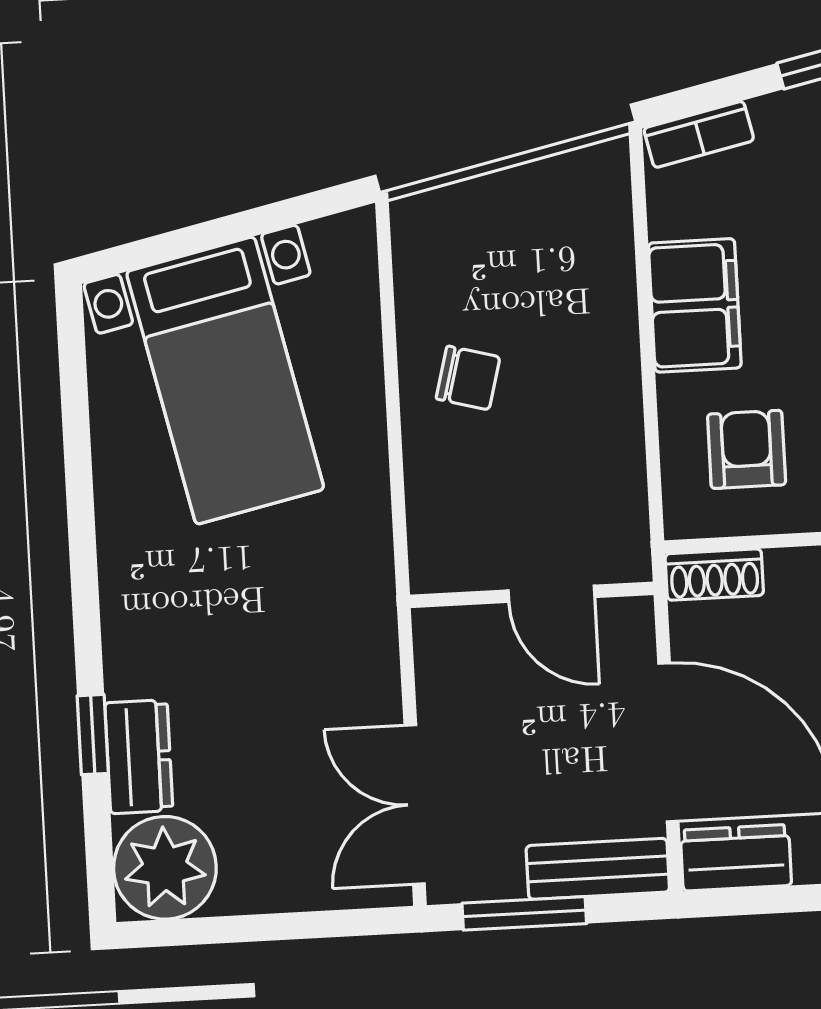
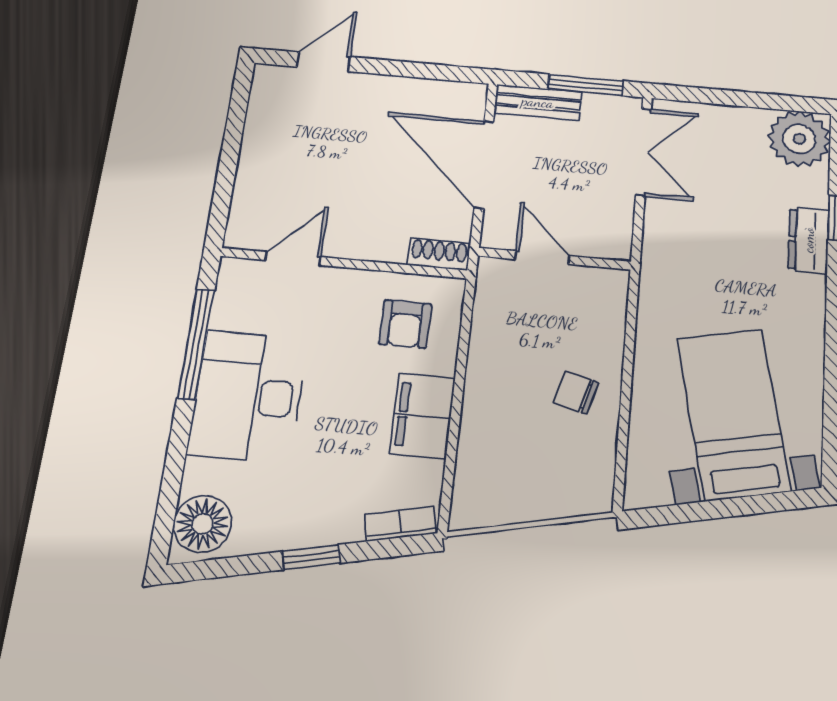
dresser: (139, 757) -> (808, 240), moved
dresser: (736, 858) -> (454, 97), removed

